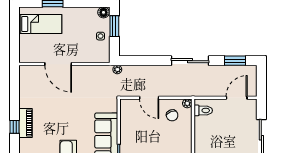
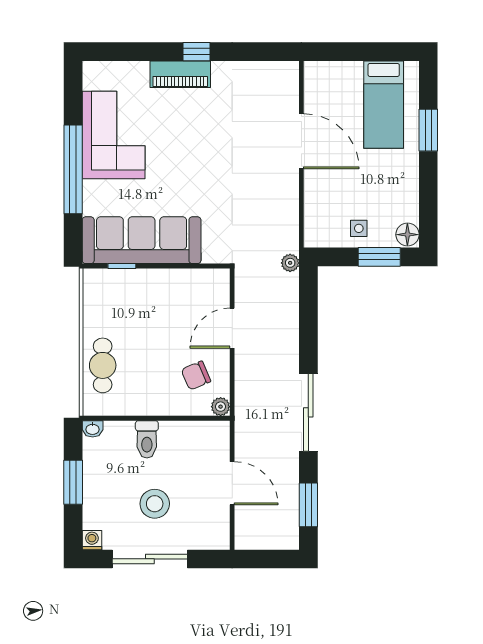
door: (58, 64) -> (301, 141), swing flipped
door: (237, 98) -> (232, 483), moved
toilet: (203, 110) -> (147, 439), moved
window: (15, 127) -> (196, 52), moved
stool: (234, 135) -> (155, 504), added

